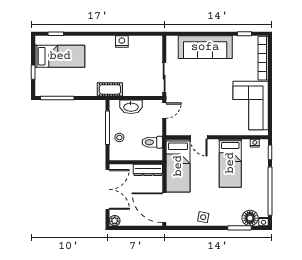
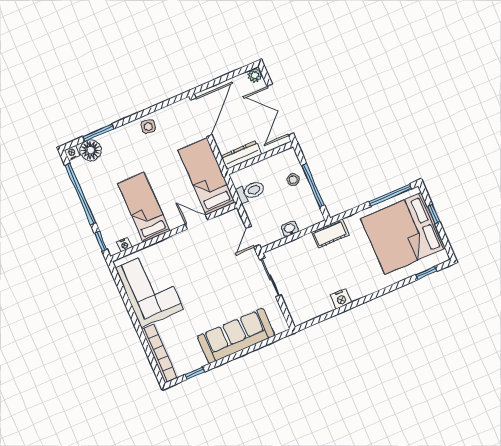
bed: (60, 56) -> (403, 233), width x2.04
washbasin: (131, 107) -> (290, 229), width x0.52, depth x0.69
door: (164, 208) -> (201, 117), hinge flipped

